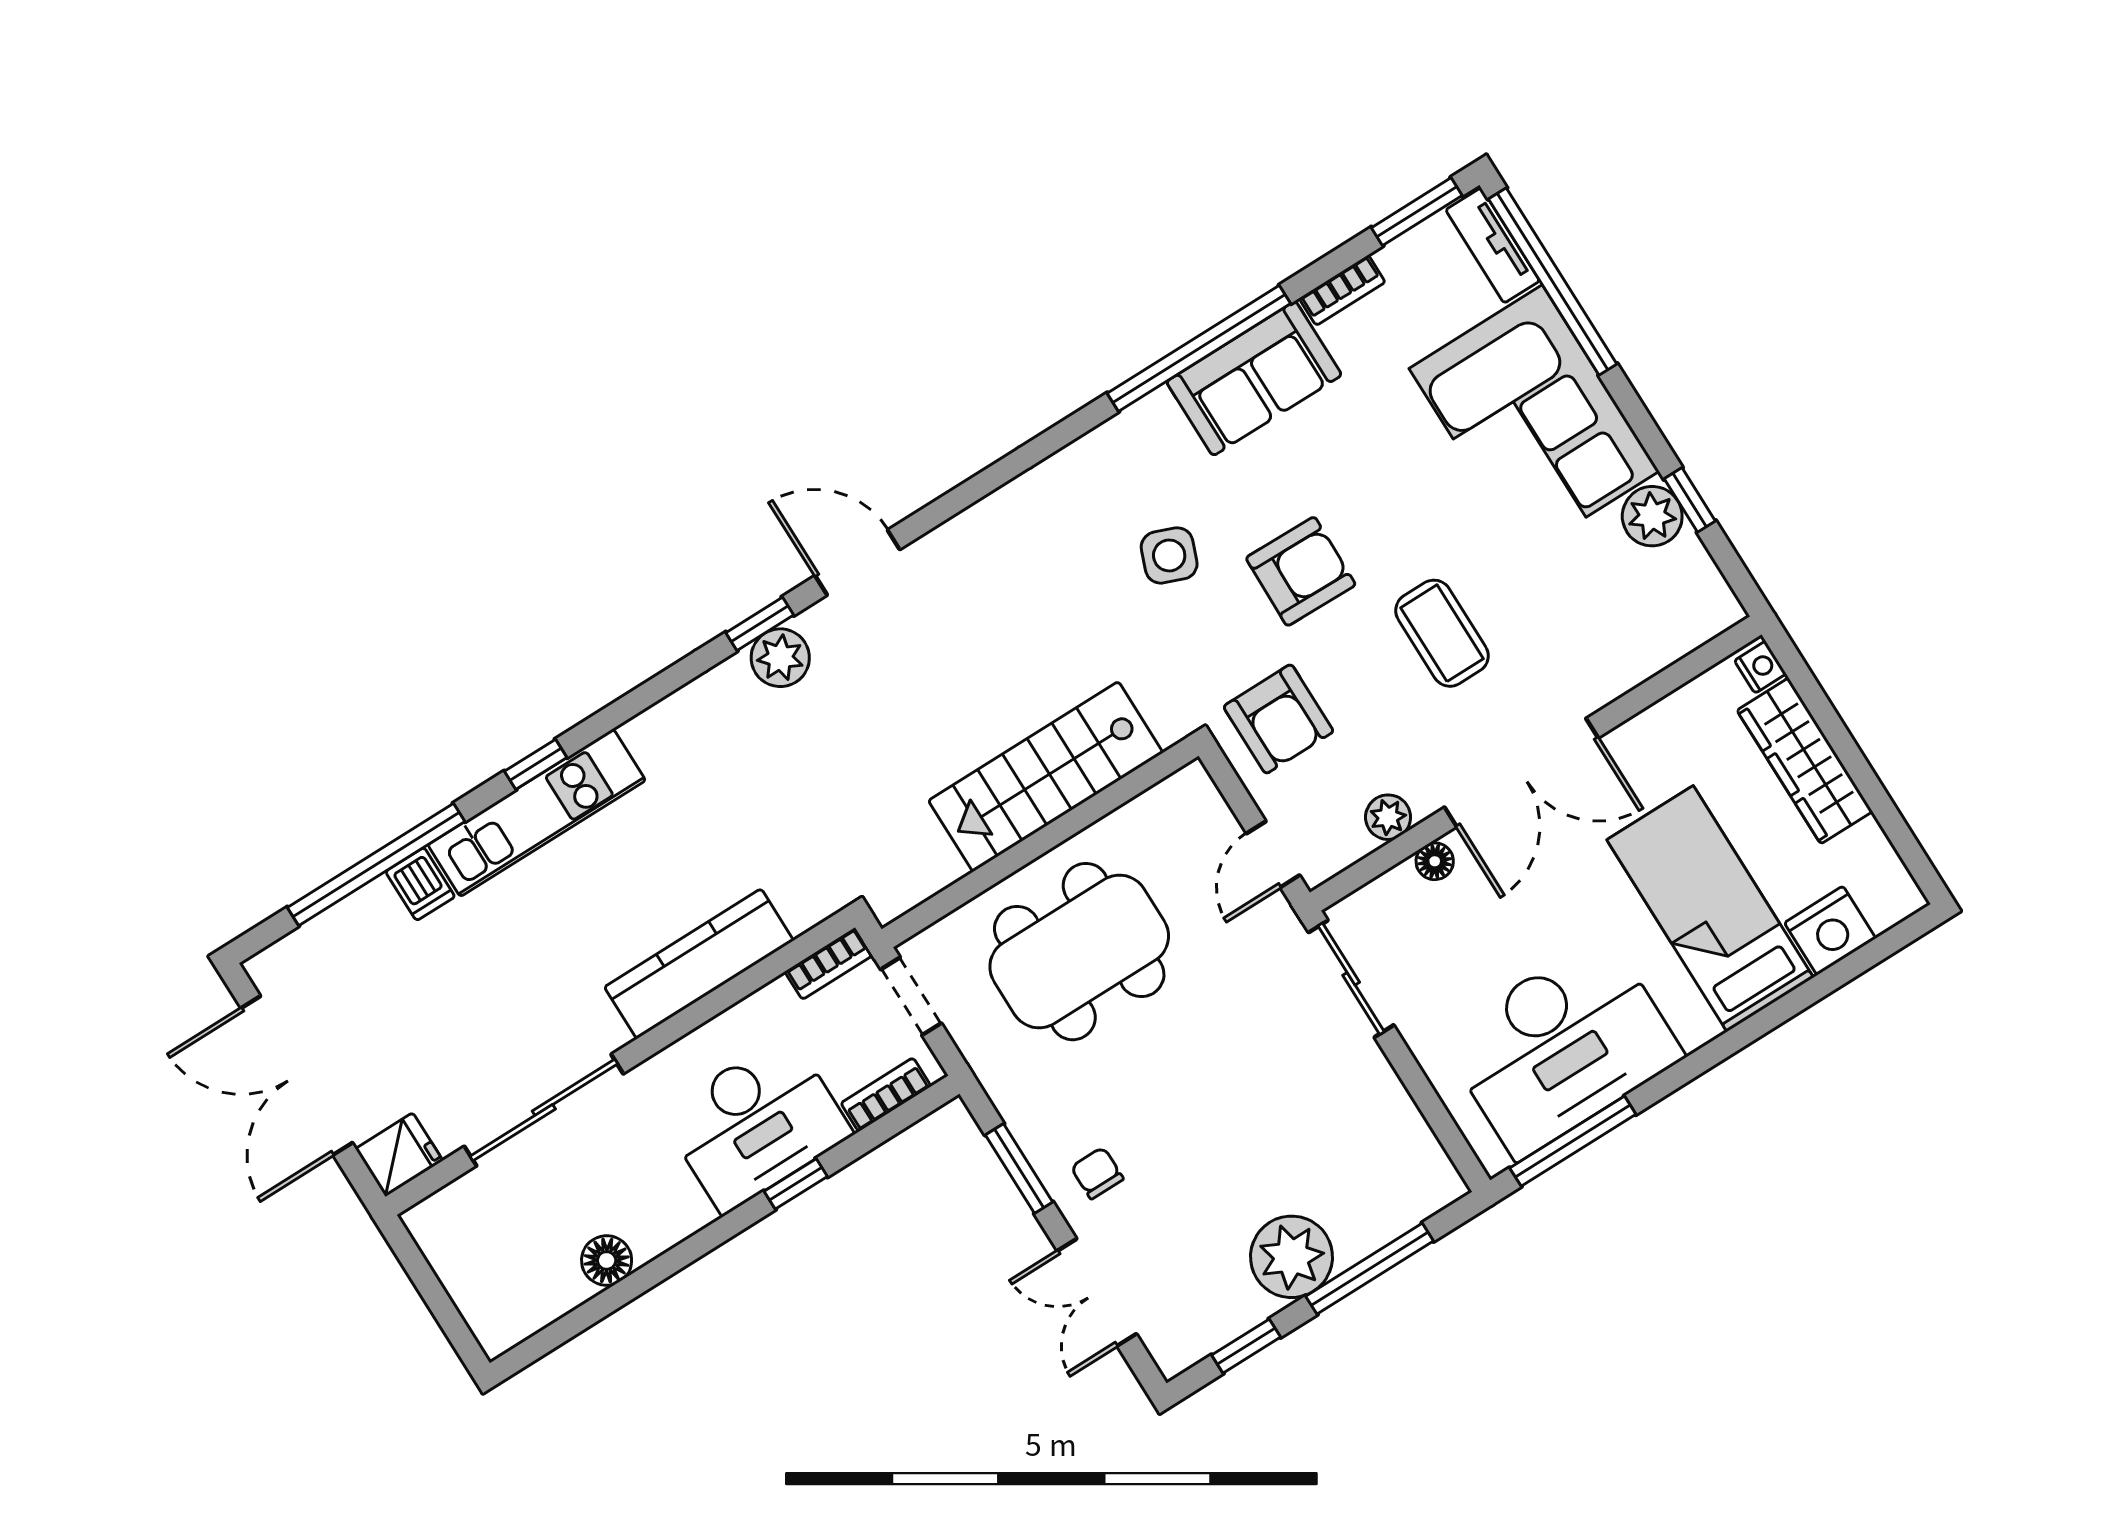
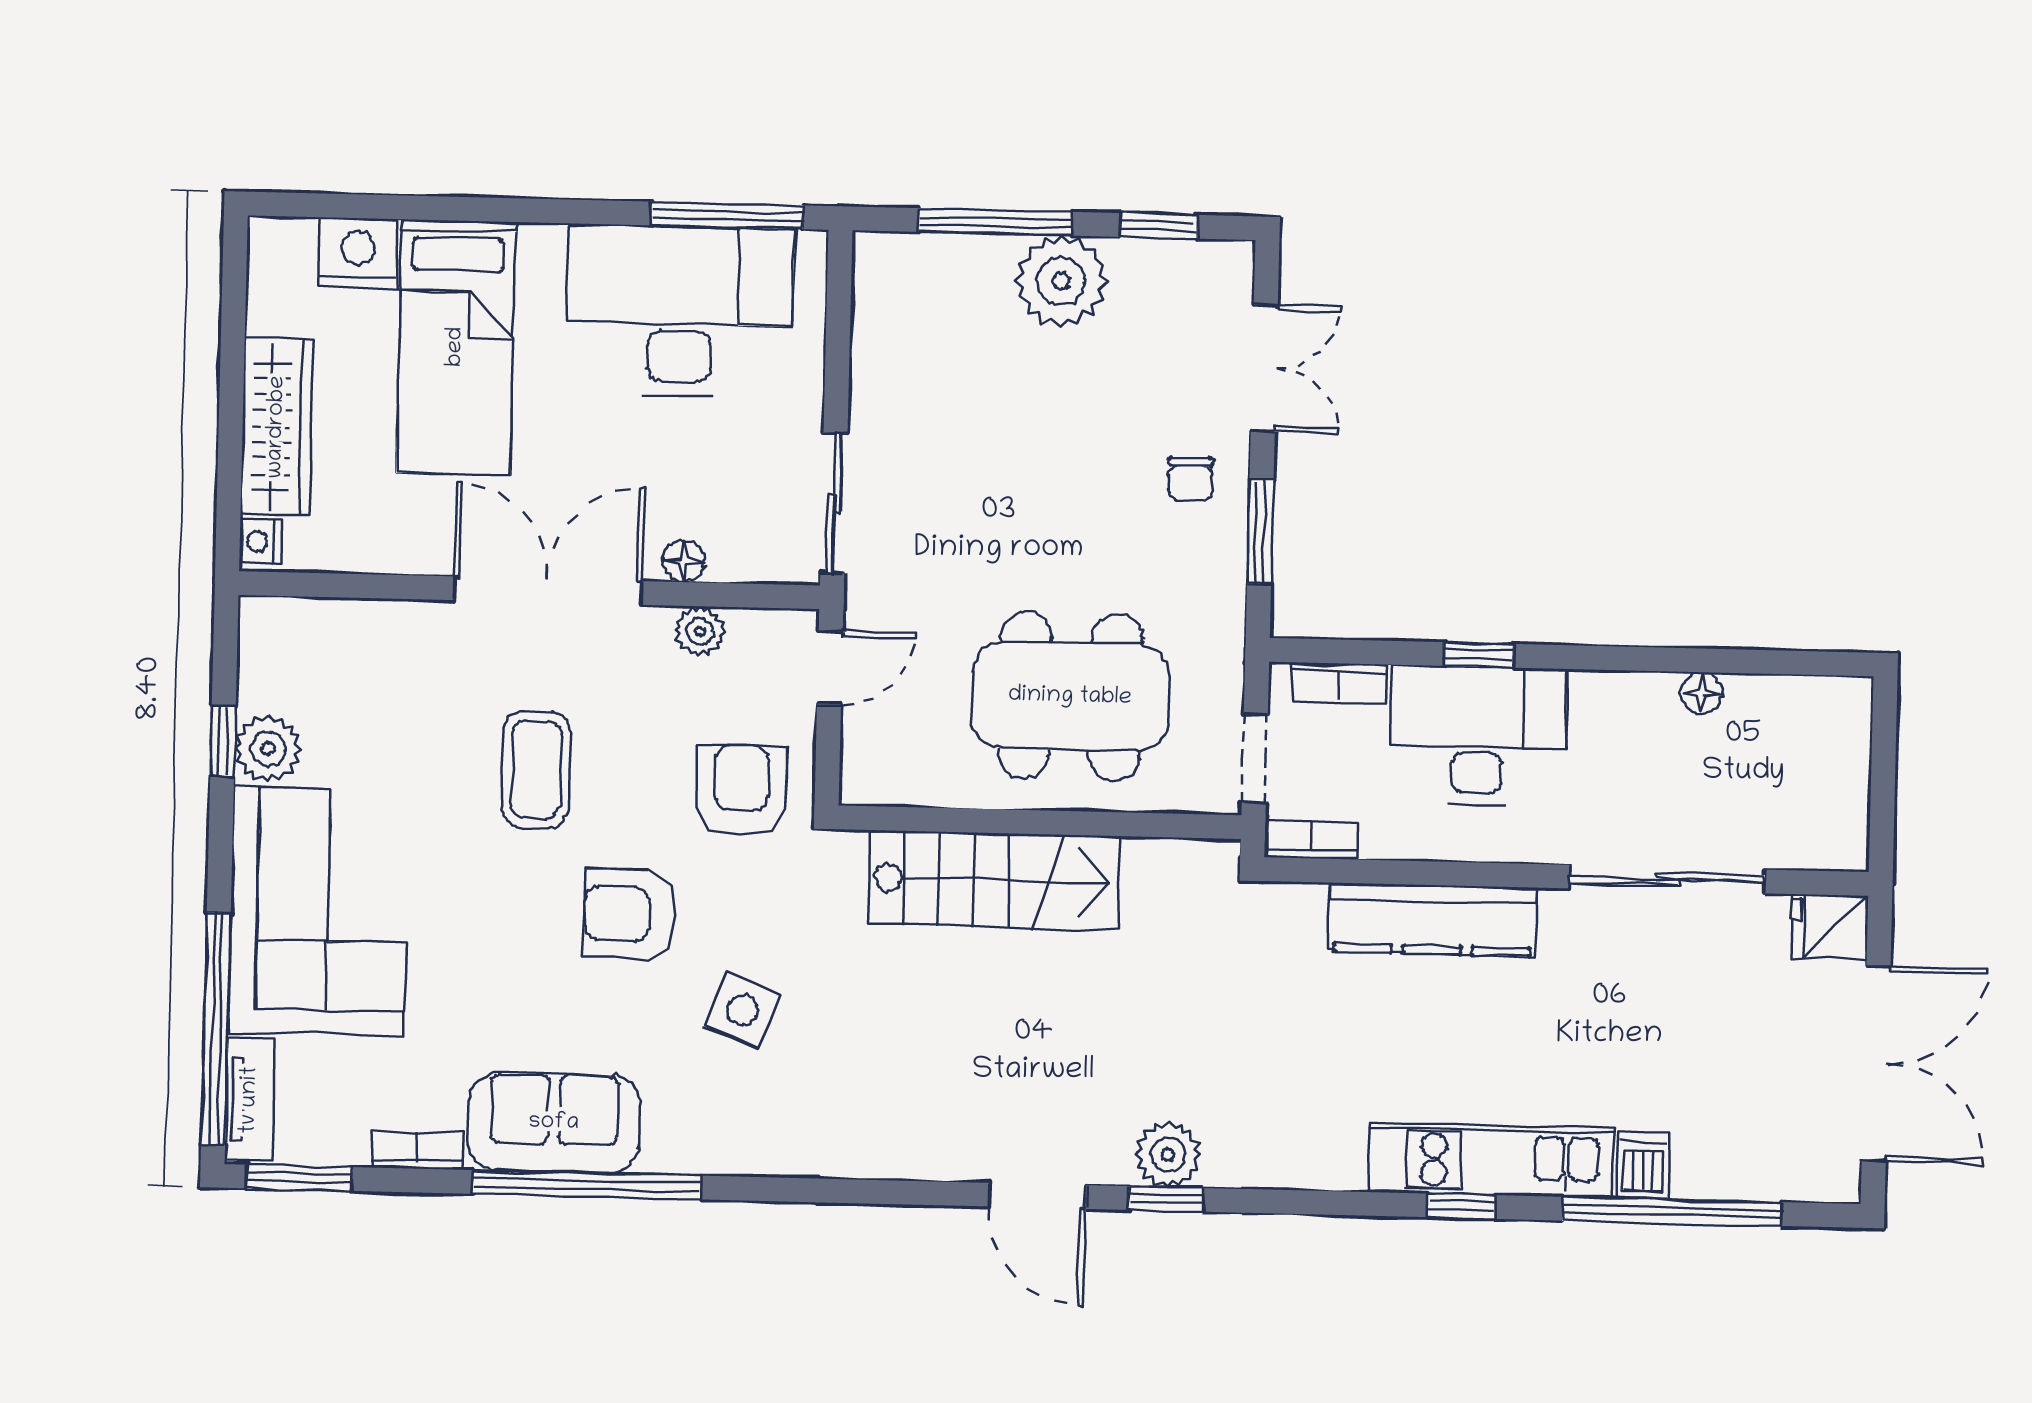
floor lamp: (607, 1260) -> (1702, 693), width x0.73, depth x0.73

